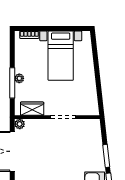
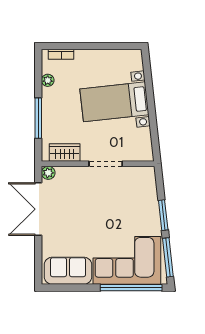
bed with nightstands: (61, 56) -> (114, 102), moved, turned 84
plant: (19, 78) -> (48, 80), moved

